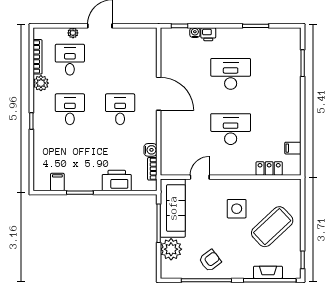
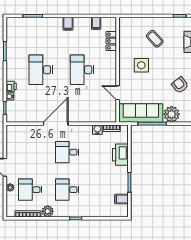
filing cabinet: (292, 110) -> (68, 24), added
coffee table: (272, 227) -> (155, 39), width x0.54, depth x0.58

